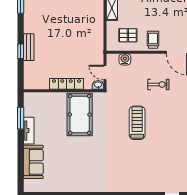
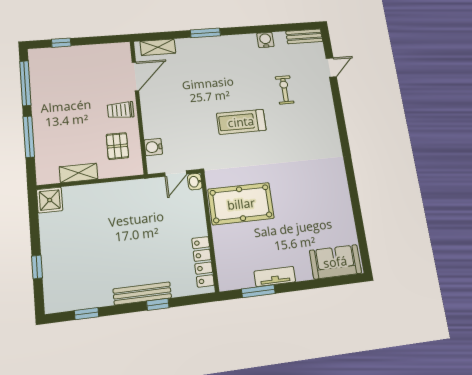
bench: (29, 47) -> (142, 293), width x1.36
locker: (67, 84) -> (203, 262), moved
exercise bike: (158, 84) -> (285, 90), moved
sofa: (33, 162) -> (335, 262), moved

